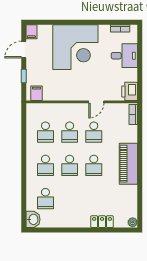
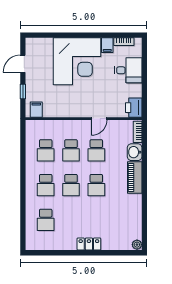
filing cabinet: (31, 32) -> (107, 45), moved
piano: (128, 164) -> (135, 178), width x0.73, depth x0.75
washbasin: (33, 219) -> (135, 152), moved, turned 180
locker: (102, 222) -> (89, 244), moved

